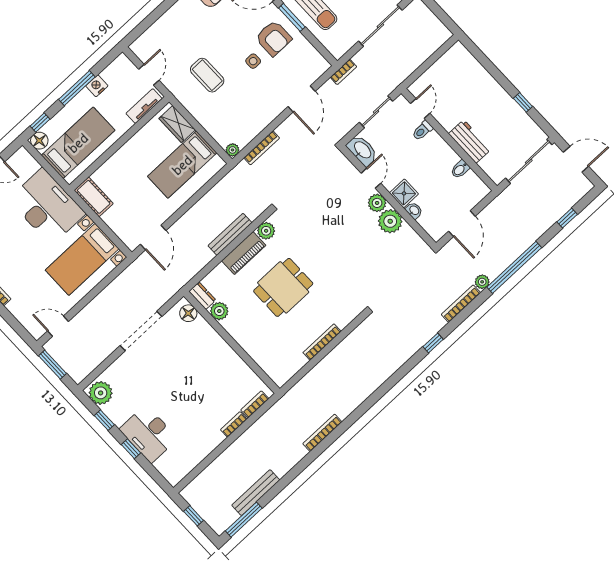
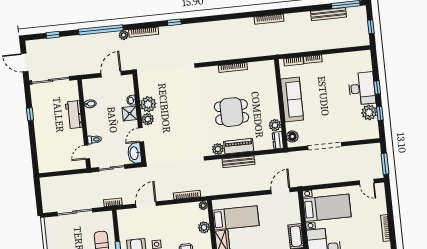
plant: (212, 124) -> (204, 227), added
sofa: (222, 357) -> (292, 99), added
plant: (101, 393) -> (369, 112), moved

